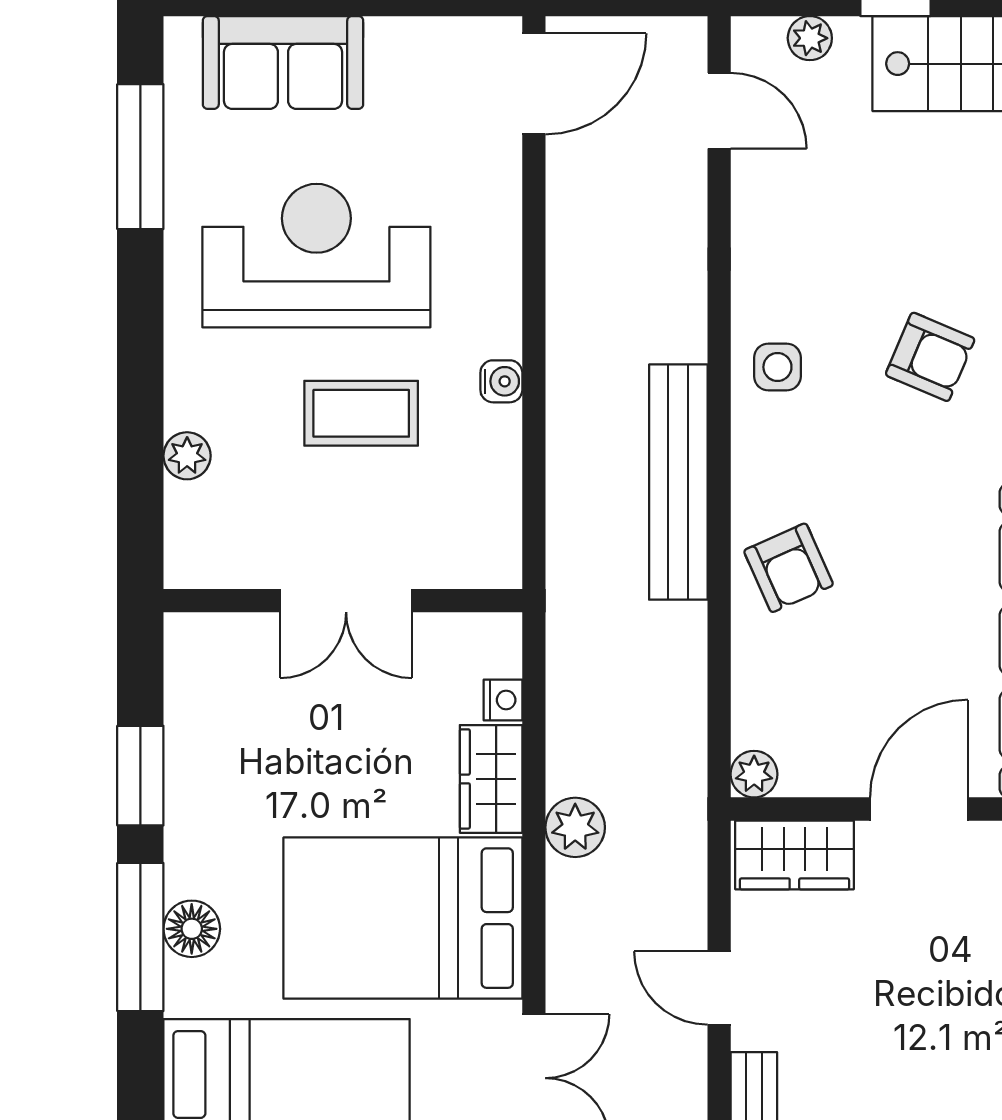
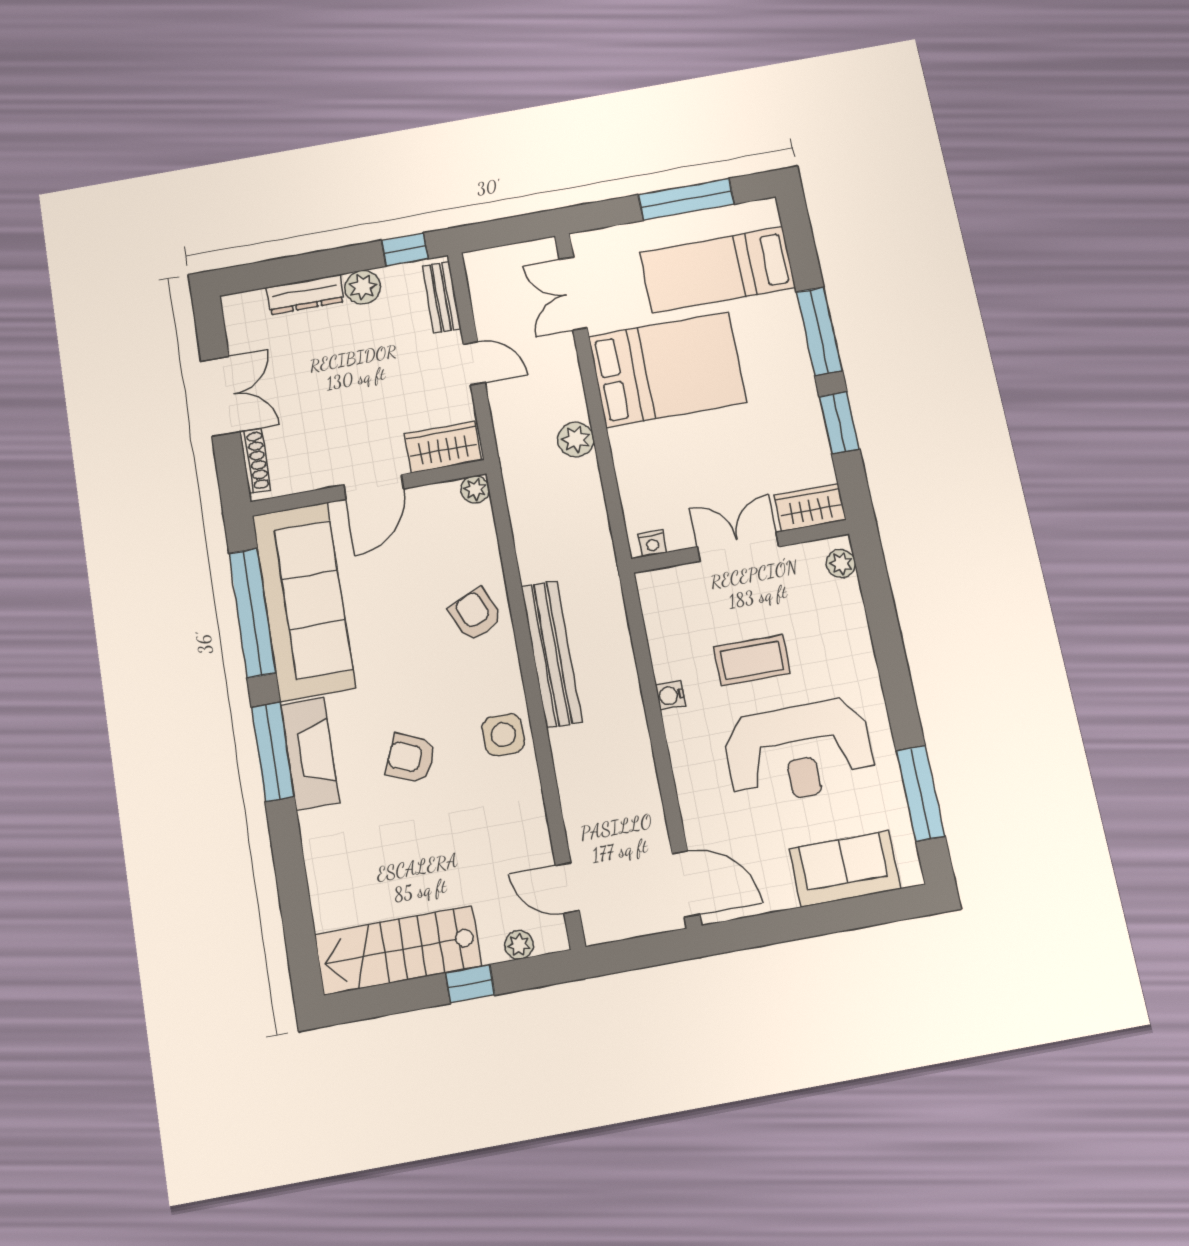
door: (534, 84) -> (686, 884), swing flipped
side table: (777, 367) -> (503, 735), width x1.37, depth x1.37
plant: (187, 456) -> (841, 564), moved
nightstand: (503, 700) -> (652, 543), moved, turned -90
wardrobe: (491, 779) -> (810, 508), moved, turned -90
floor lamp: (192, 929) -> (790, 341), removed

